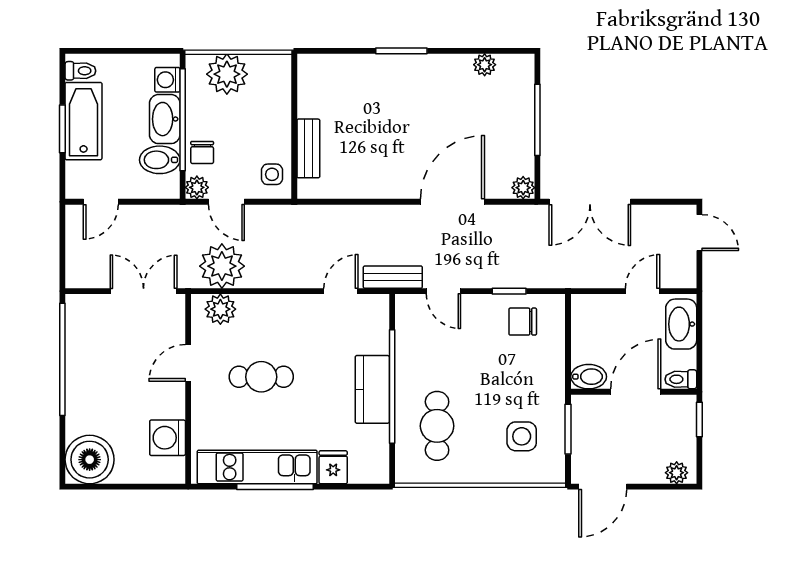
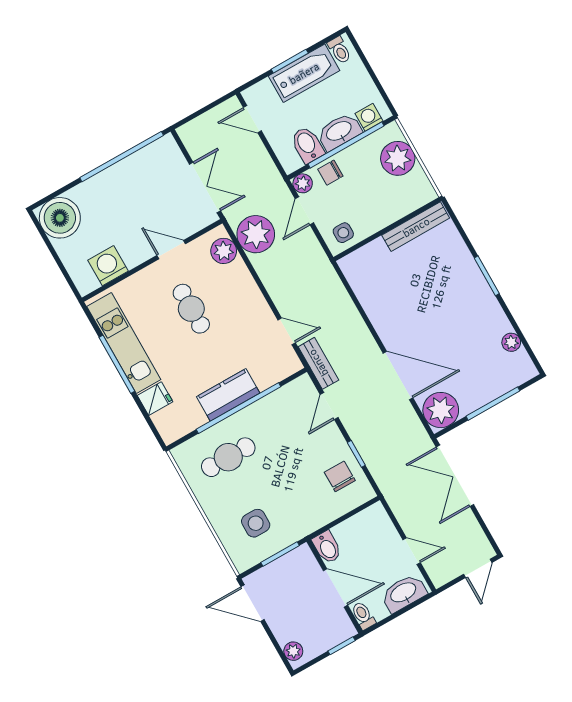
bench: (308, 148) -> (416, 227), moved, width x1.36
plant: (523, 188) -> (441, 410), width x1.88, depth x1.88

